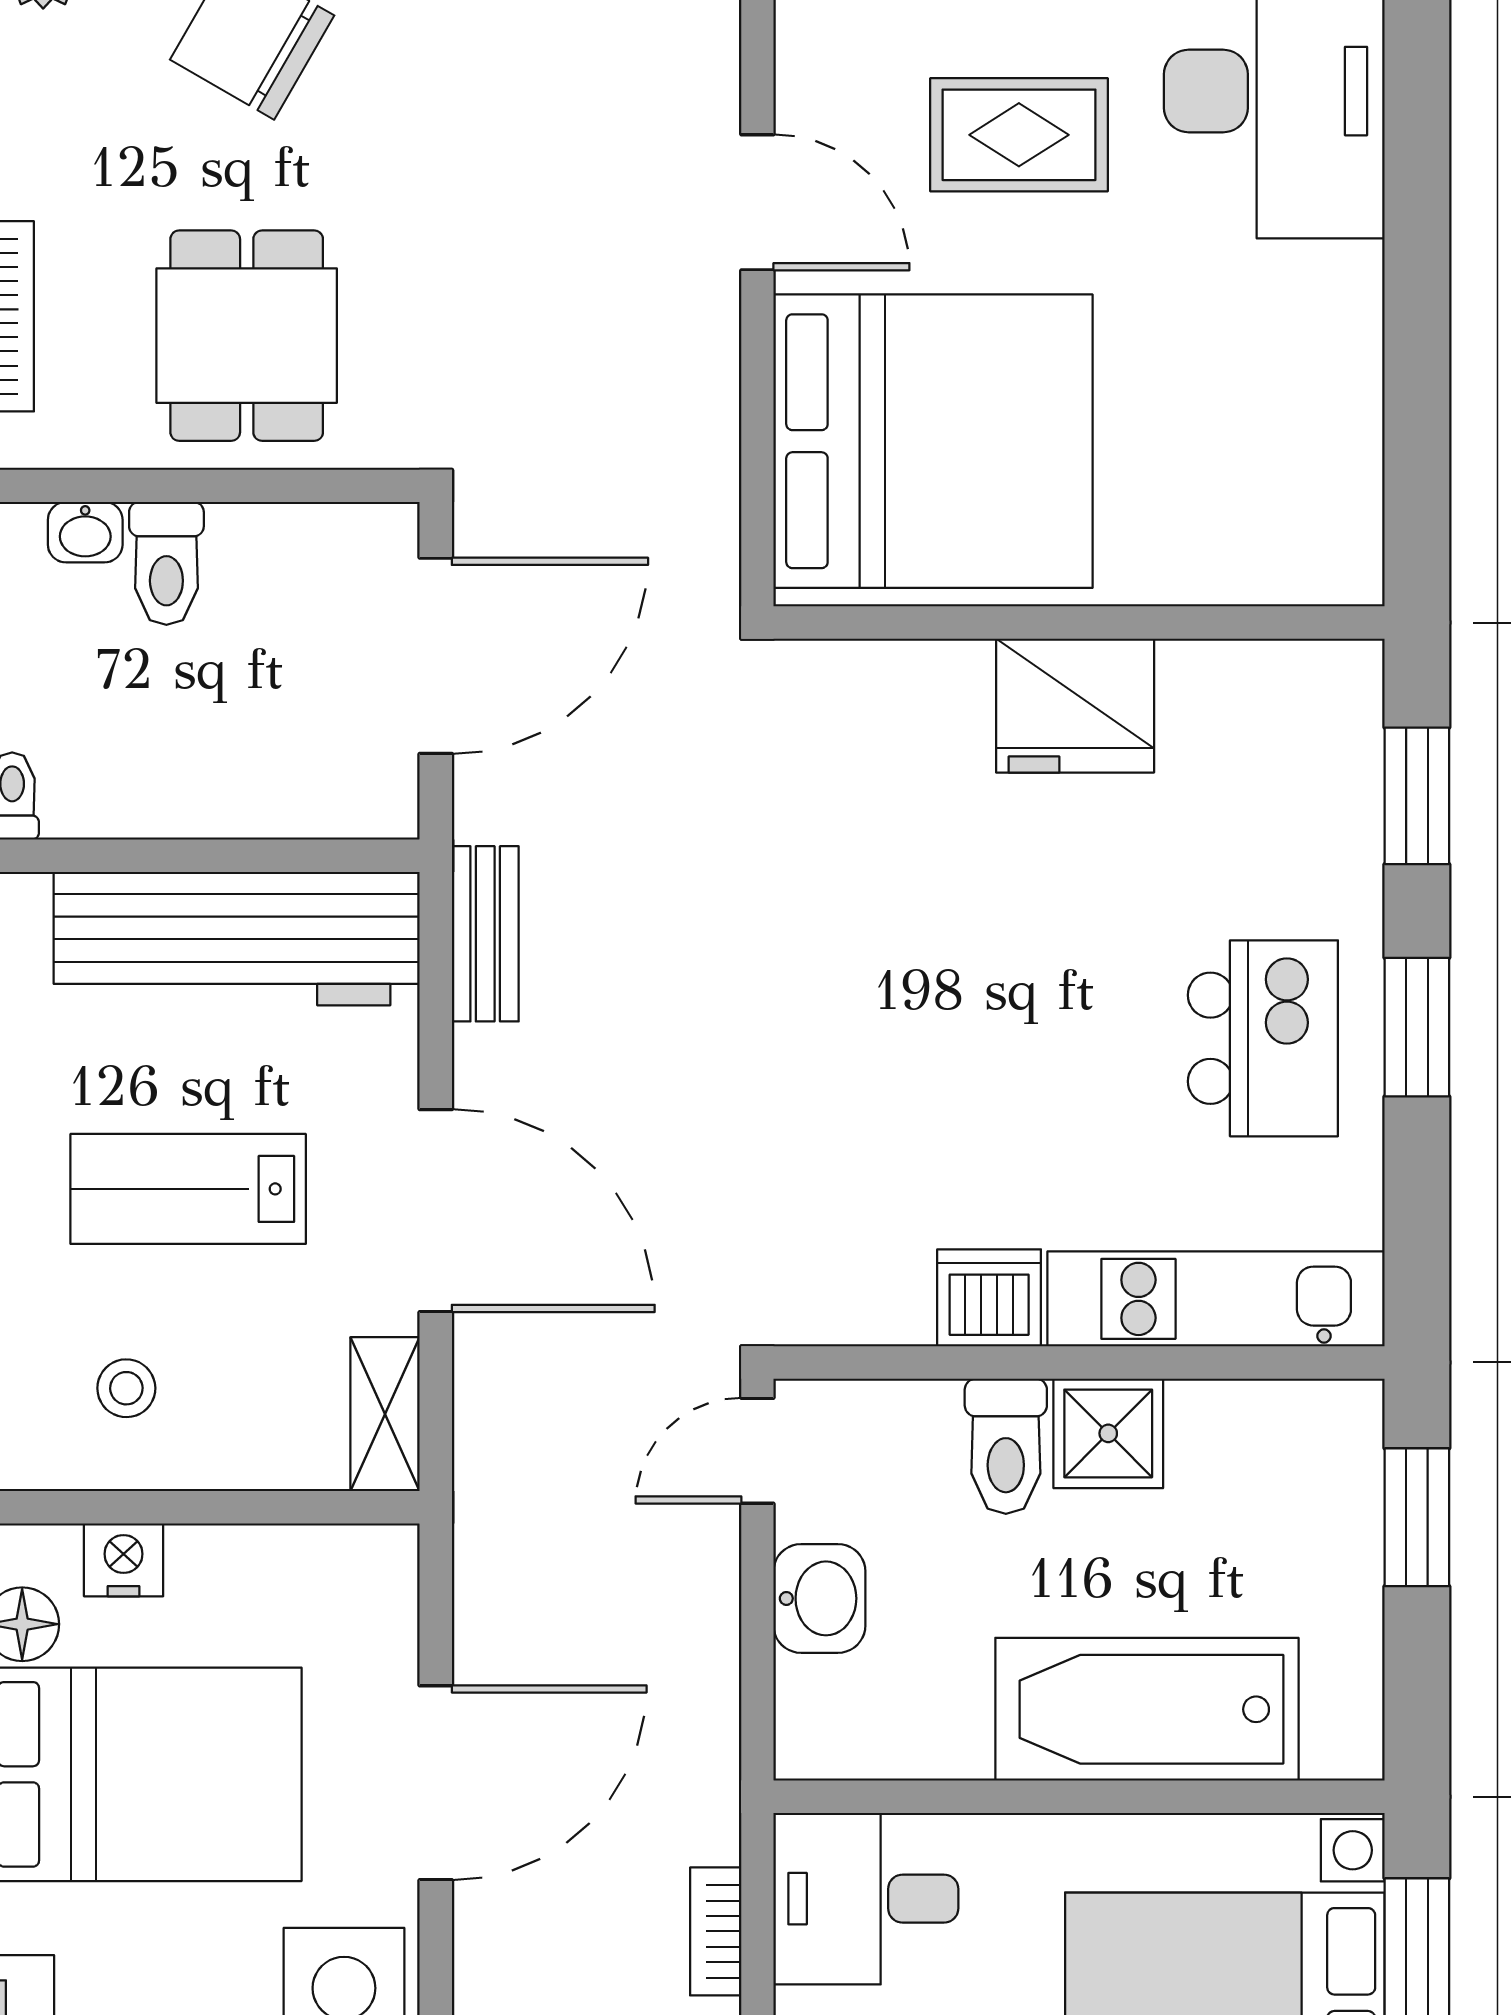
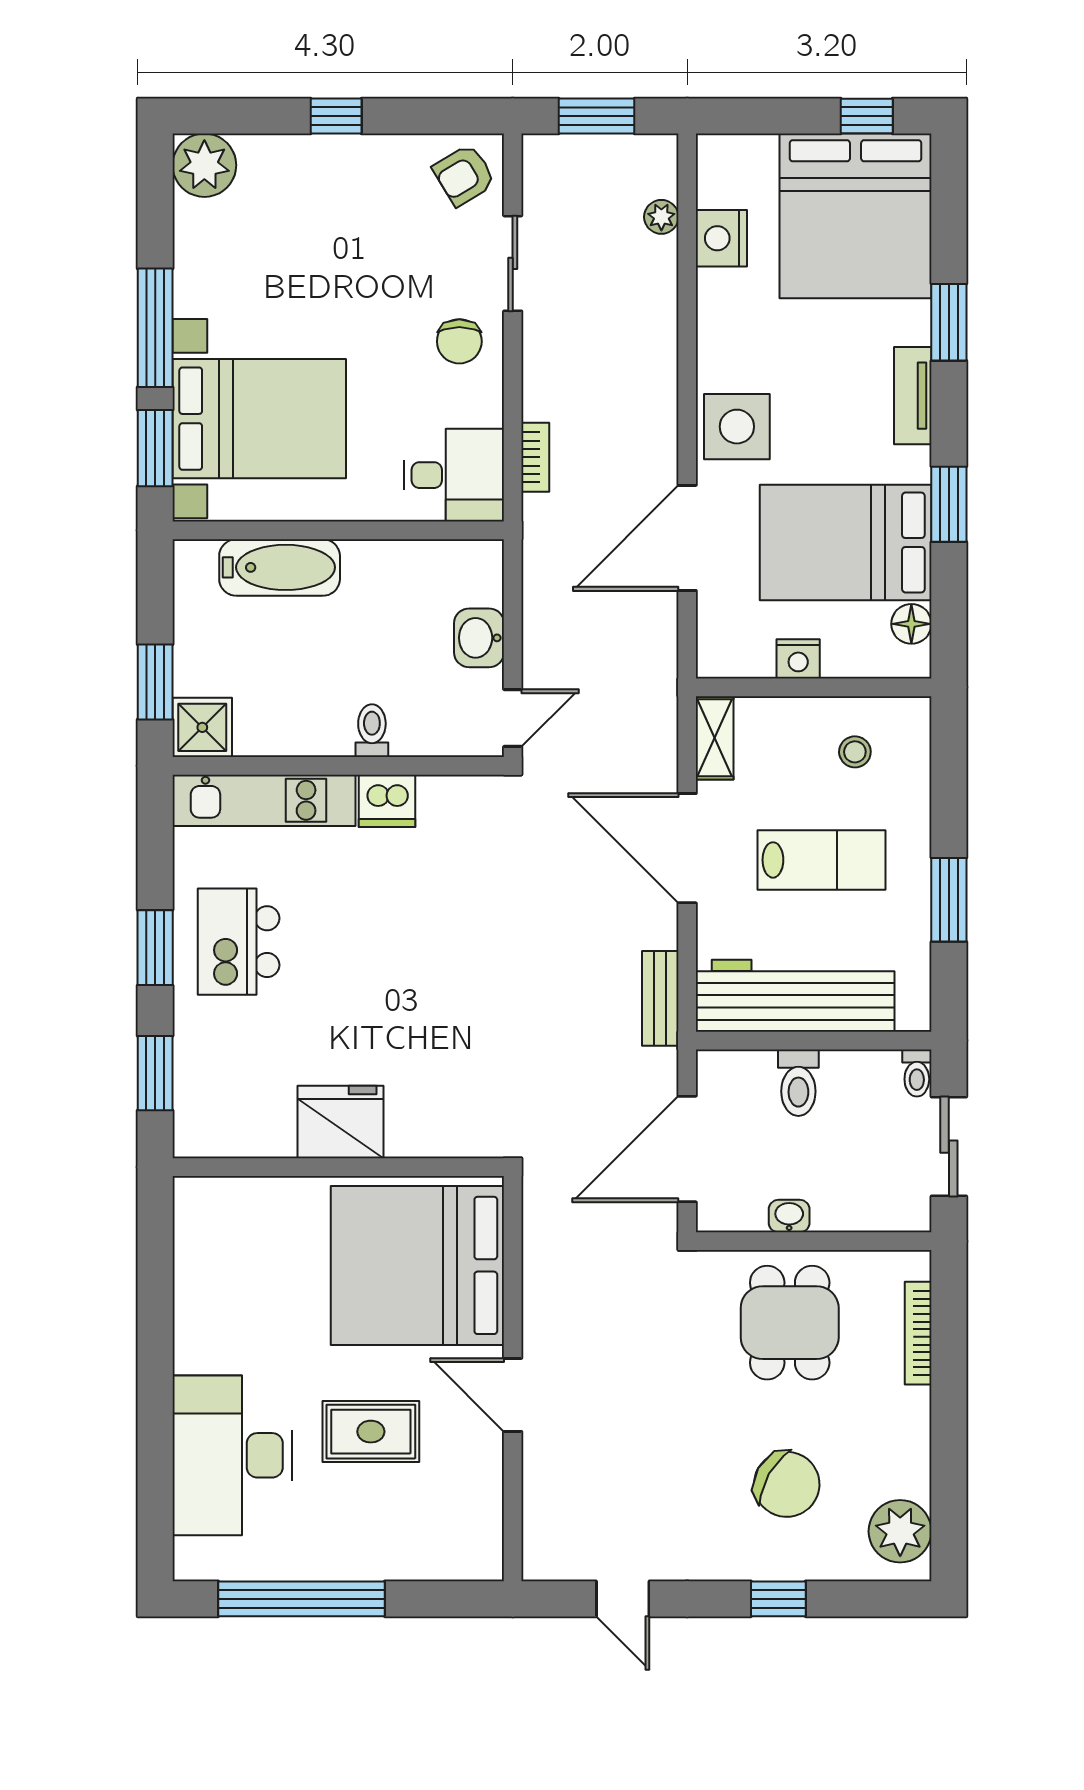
washbasin: (85, 532) -> (789, 1216), moved
toilet: (166, 563) -> (798, 1083), moved, turned 180
shower: (1108, 1433) -> (202, 727), moved
toilet: (1006, 1446) -> (372, 731), width x0.73, depth x0.72
nightstand: (124, 1560) -> (798, 659), moved
bathtub: (1147, 1709) -> (280, 567), width x0.73, depth x0.73

